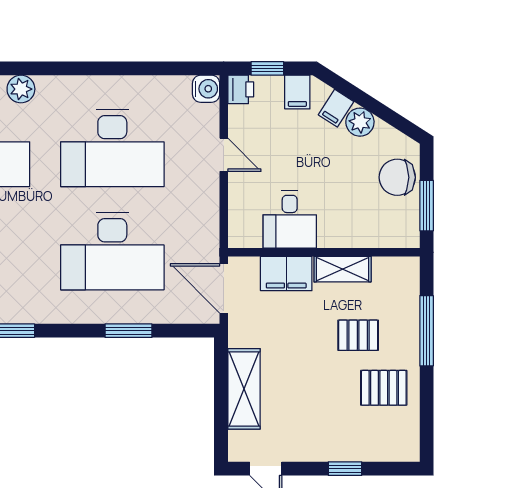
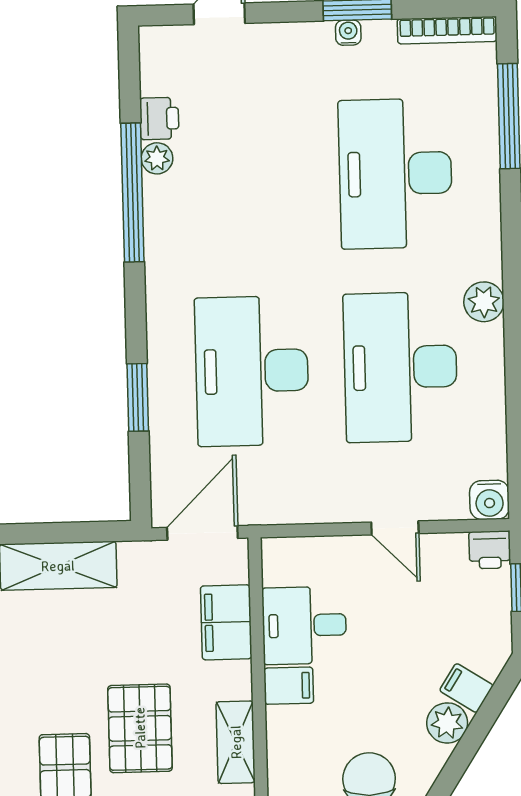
plant: (21, 89) -> (484, 302), moved
filing cabinet: (297, 92) -> (289, 686), moved, turned 180
door: (224, 155) -> (395, 528), hinge flipped
shelving: (343, 269) -> (236, 742), moved
pallet: (358, 335) -> (140, 728), width x1.50, depth x1.42

